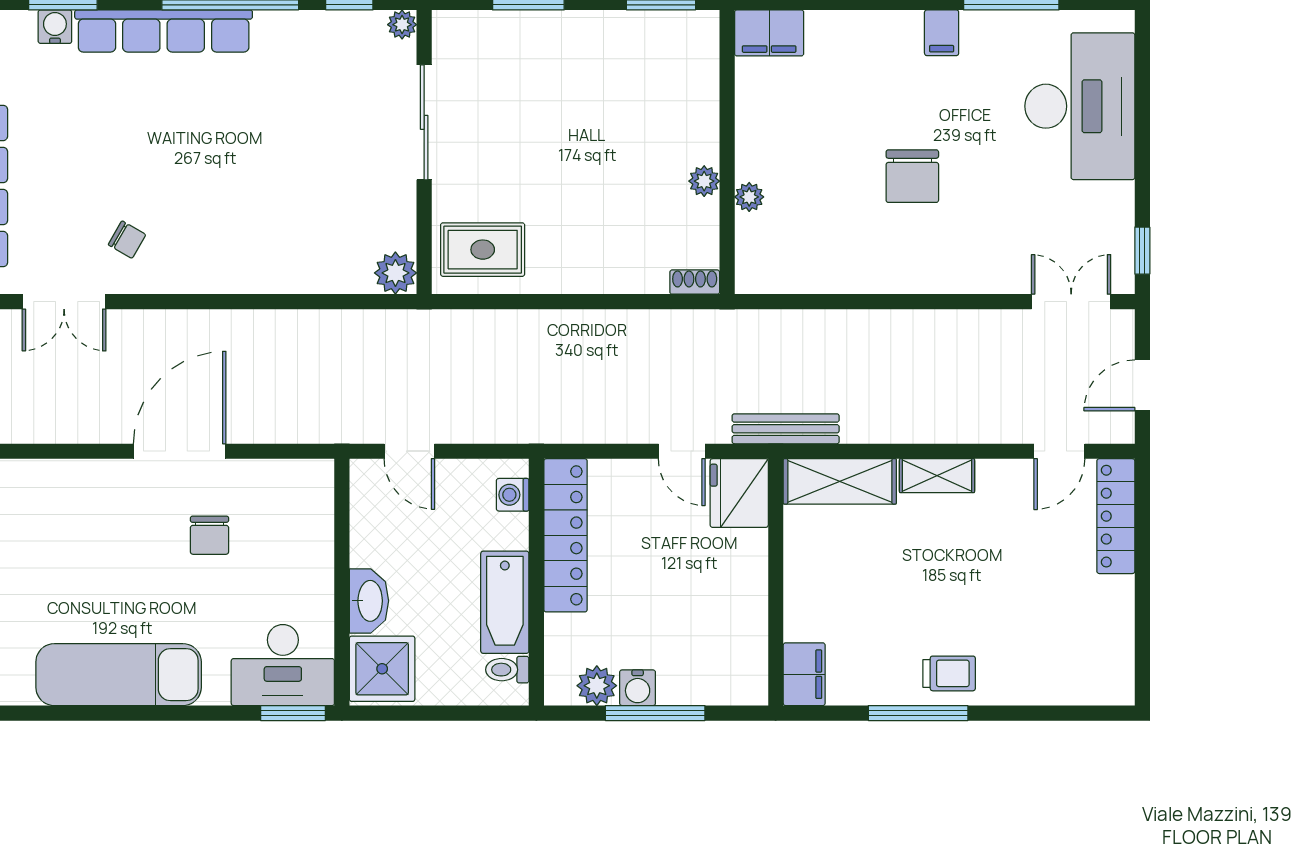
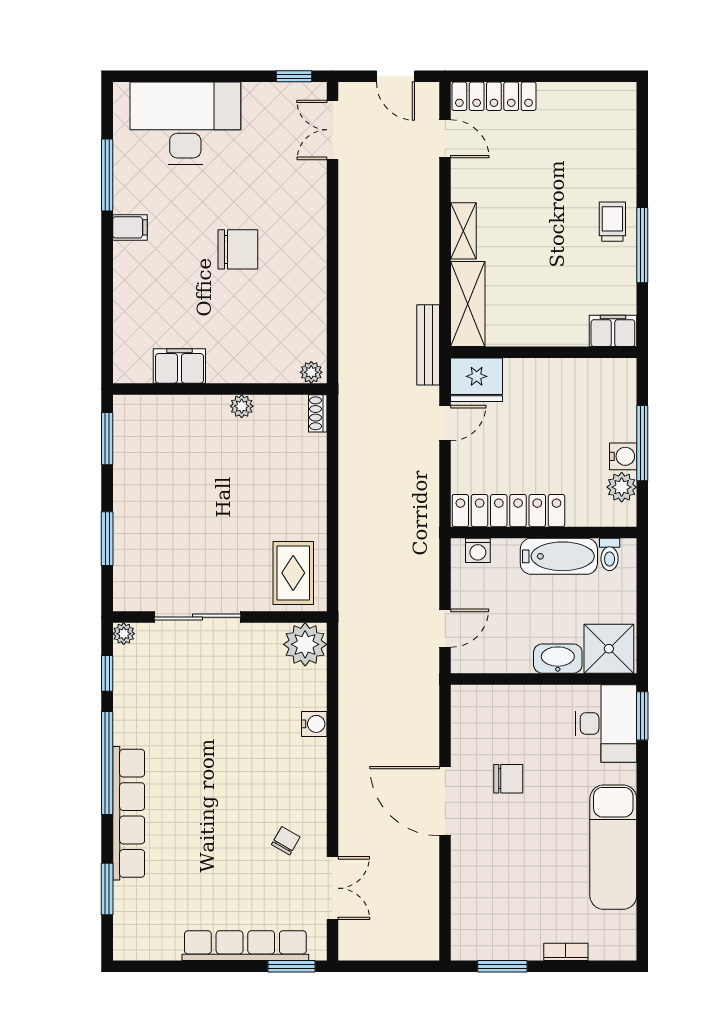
water cooler: (55, 27) -> (314, 724), moved, turned 180
filing cabinet: (769, 33) -> (179, 366), moved, turned -90
plant: (749, 197) -> (311, 372), moved
plant: (395, 273) -> (305, 644), width x1.36, depth x1.36

